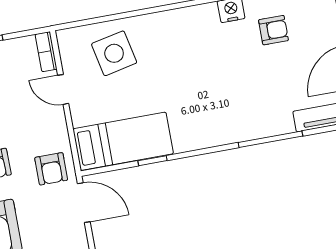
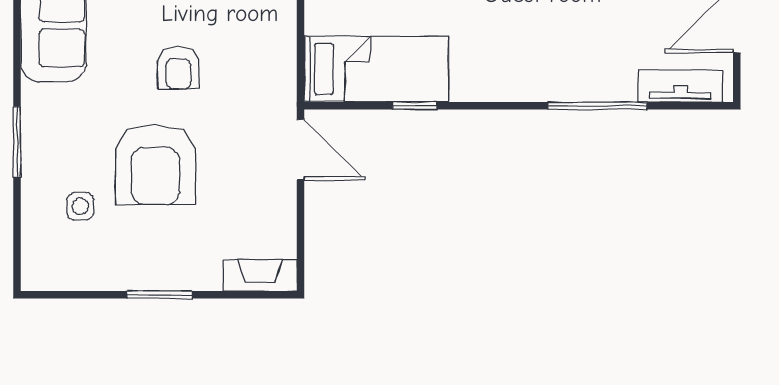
armchair: (51, 169) -> (261, 90), removed

